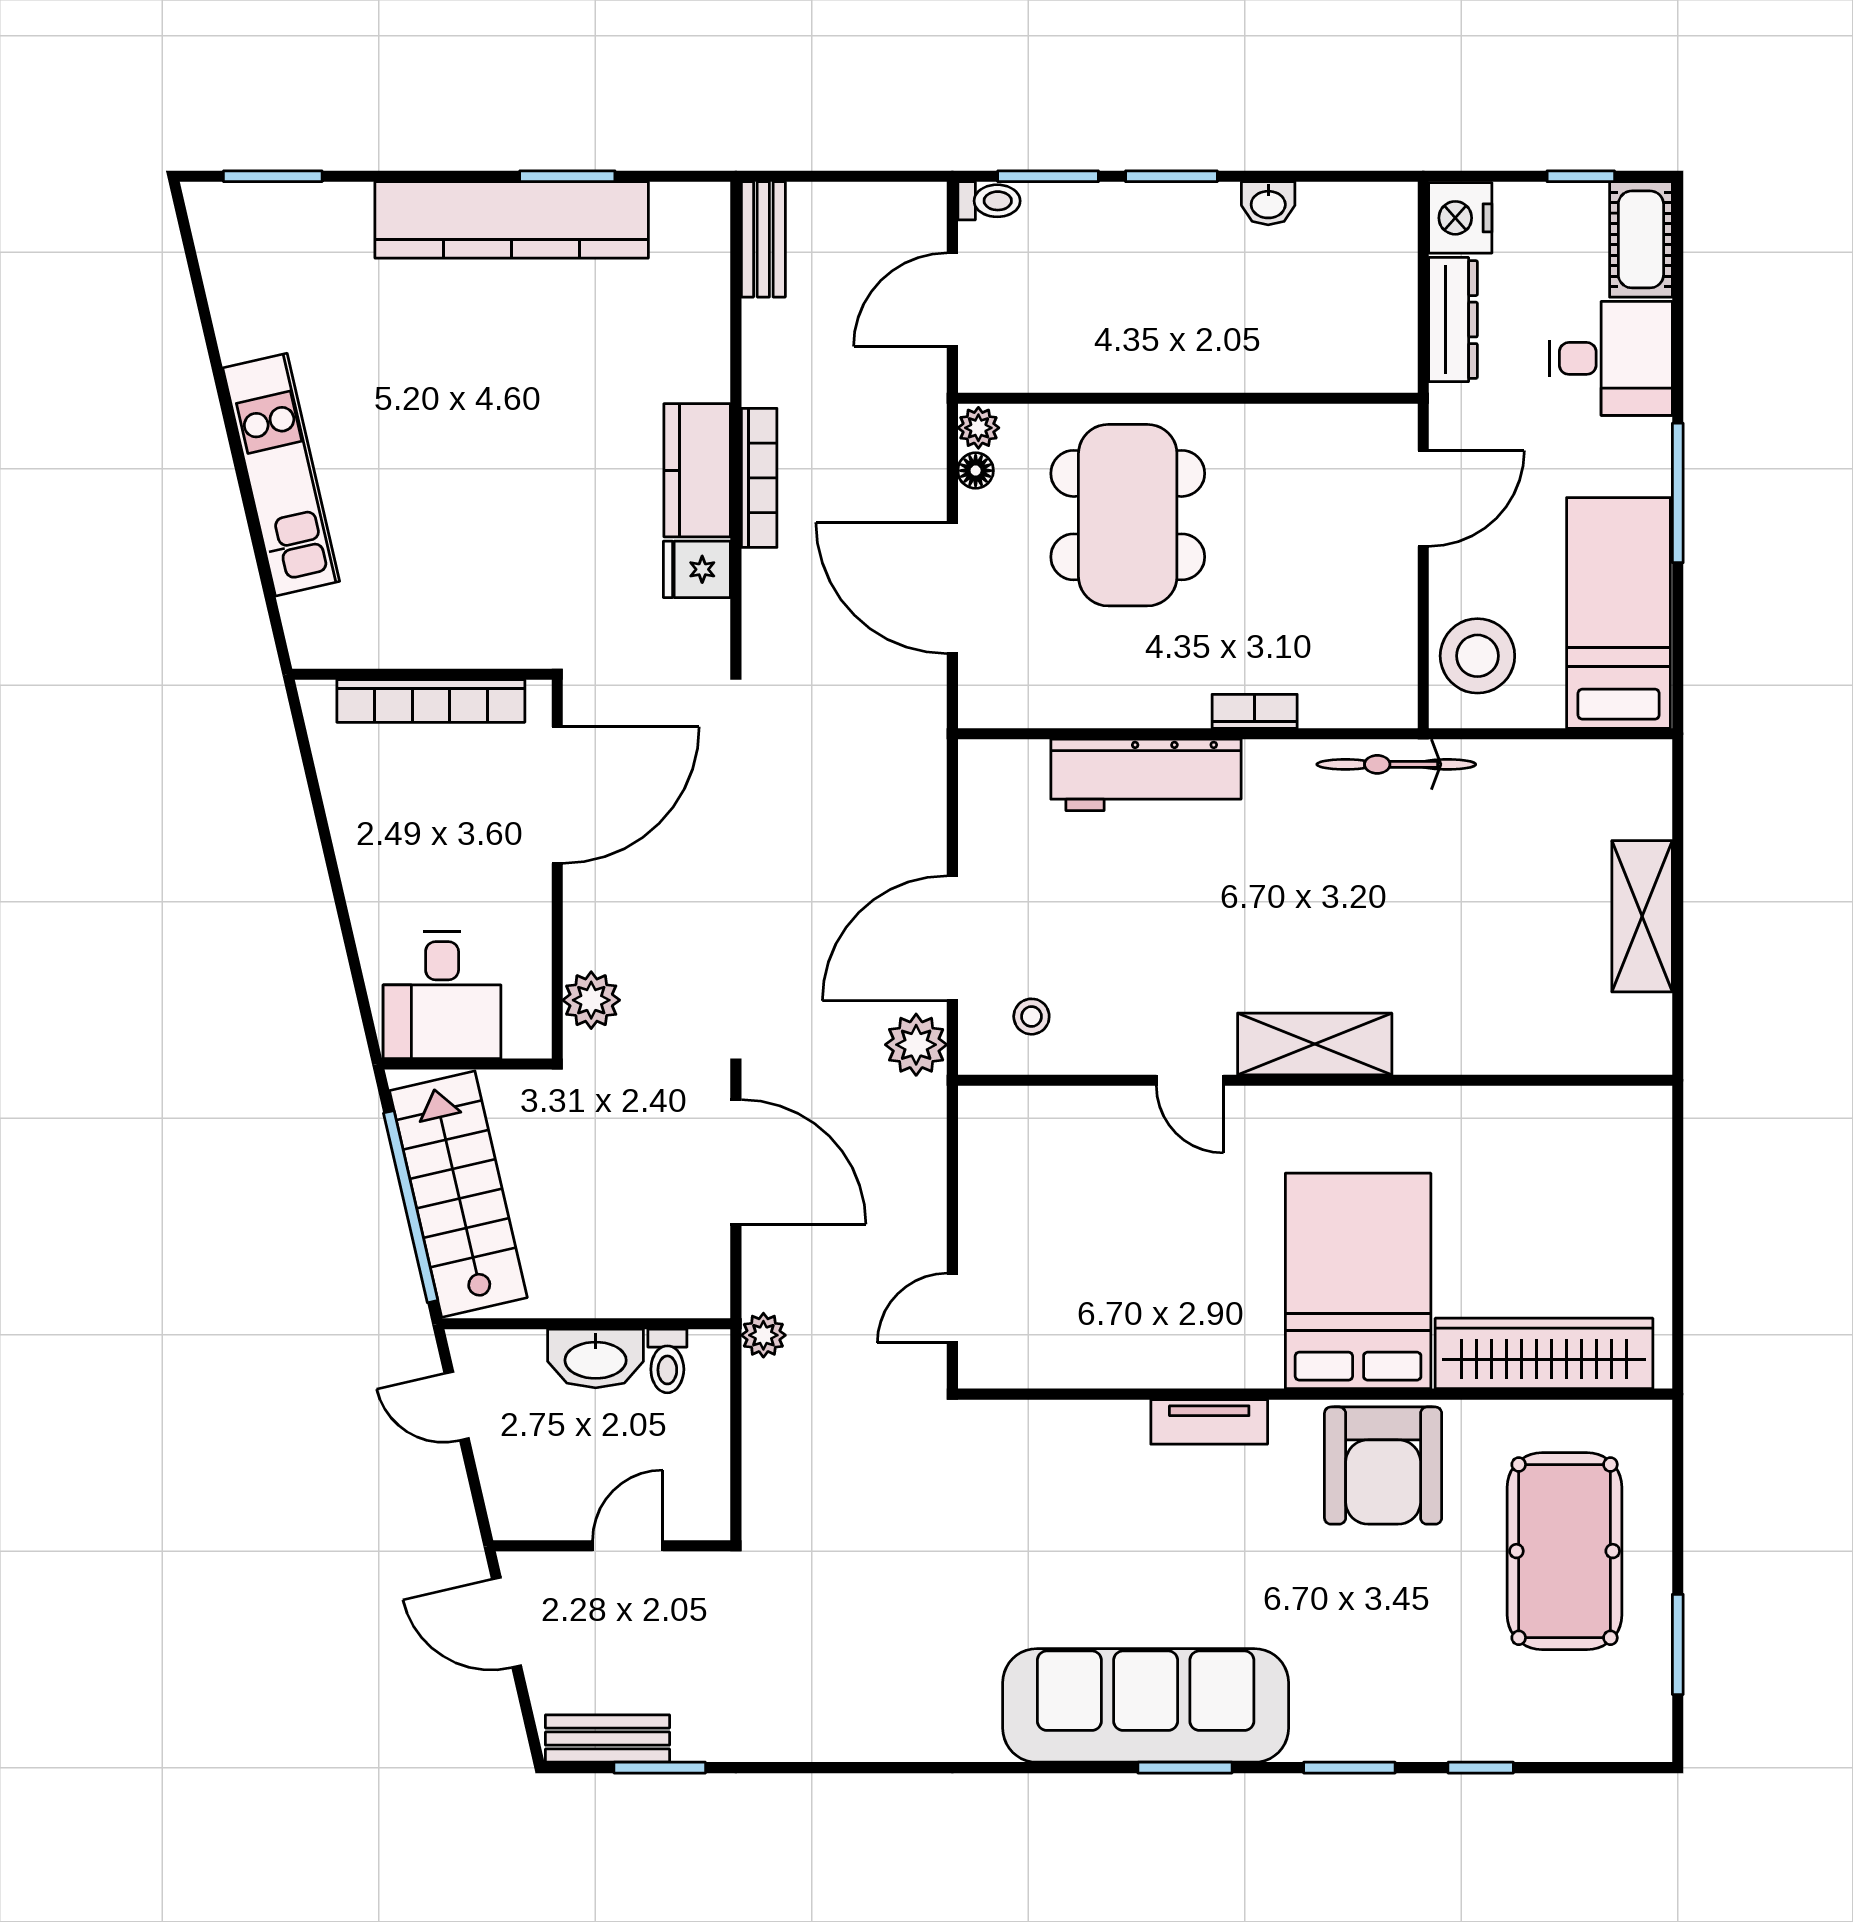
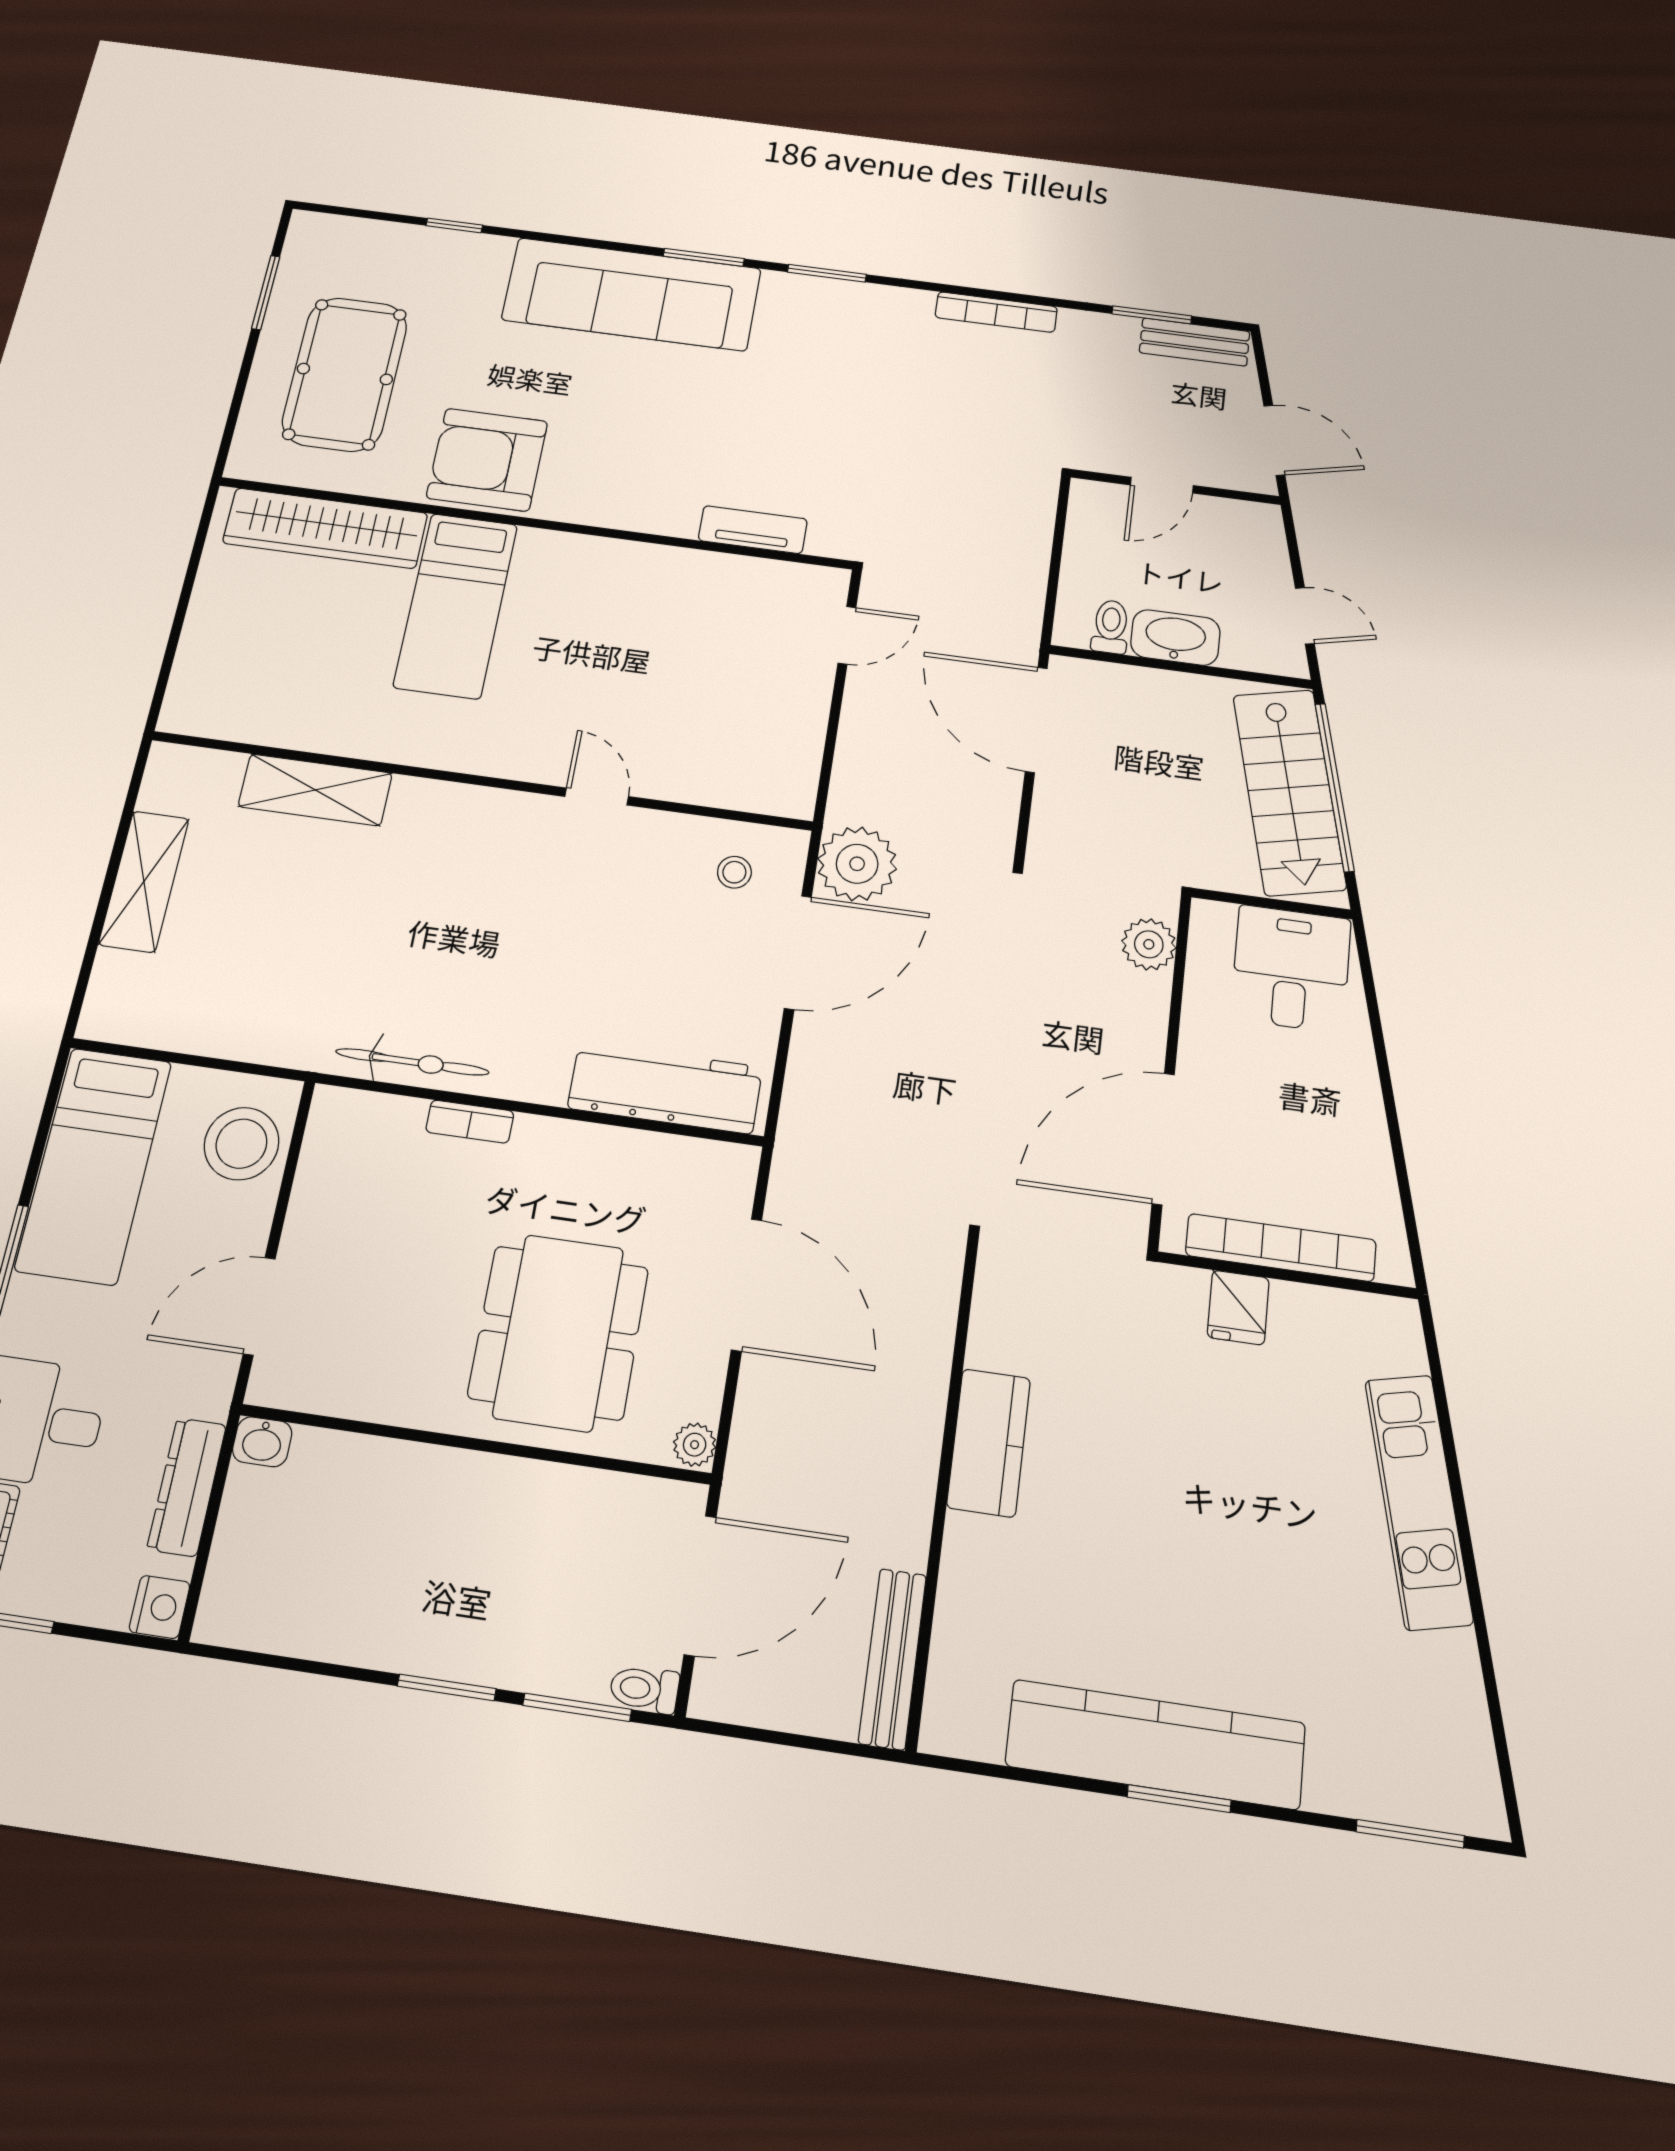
window: (567, 176) -> (1179, 1799), moved
washbasin: (1268, 203) -> (262, 1442), moved, turned 180
nightstand: (1460, 218) -> (160, 1607), width x0.74, depth x0.75
bench: (763, 239) -> (893, 1659), width x1.36
door: (952, 300) -> (700, 1585), width x1.36
floor lamp: (976, 471) -> (704, 1401), removed
bookcase: (759, 478) -> (996, 312), moved, turned -90
fridge: (697, 569) -> (1238, 1308), moved, turned 90
bicycle: (1396, 764) -> (412, 1062), moved
workbench: (1146, 775) -> (665, 1088), moved
shelving: (1315, 1044) -> (315, 790), moved
plant: (916, 1045) -> (857, 864), width x1.36, depth x1.36
door: (736, 1162) -> (1036, 720), moved
bed: (1358, 1281) -> (456, 605), width x0.67
plant: (763, 1335) -> (1021, 636), removed
tv unit: (1209, 1422) -> (753, 530), moved
armchair: (1383, 1466) -> (487, 460), turned -90
sofa: (1146, 1705) -> (632, 294), moved
window: (1349, 1768) -> (827, 273), moved

